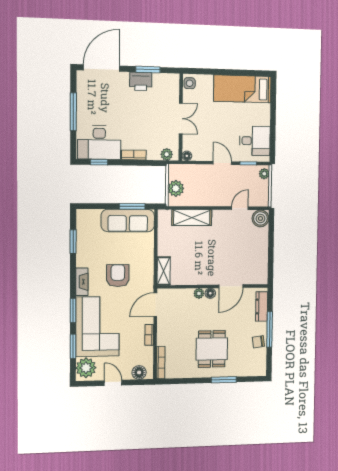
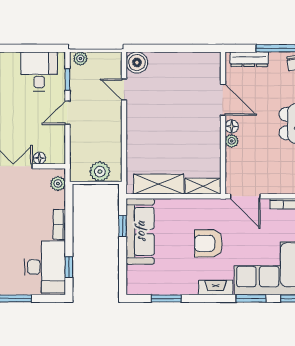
floor lamp: (187, 156) -> (39, 158), moved
window: (132, 206) -> (123, 226), width x0.67
shelving: (192, 218) -> (159, 184), moved, turned 90

